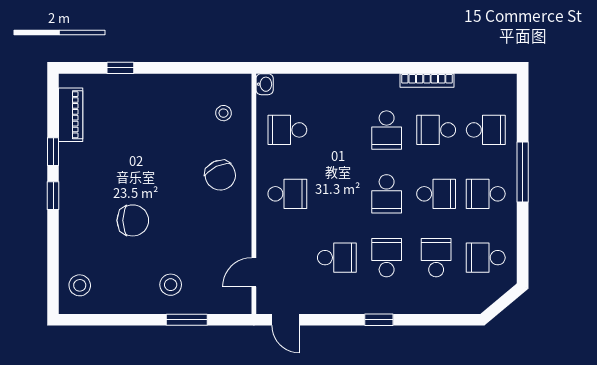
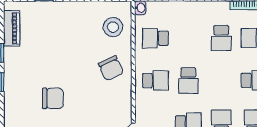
stool: (223, 113) -> (113, 27), width x1.89, depth x1.89
school desk: (387, 194) -> (188, 80), moved

